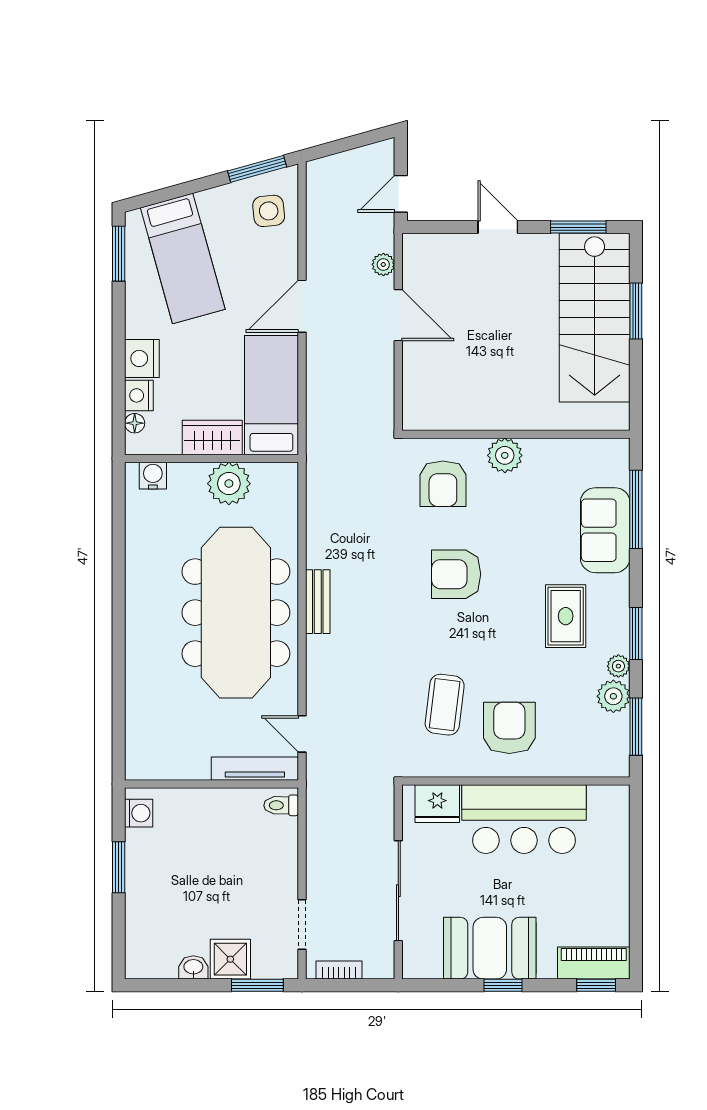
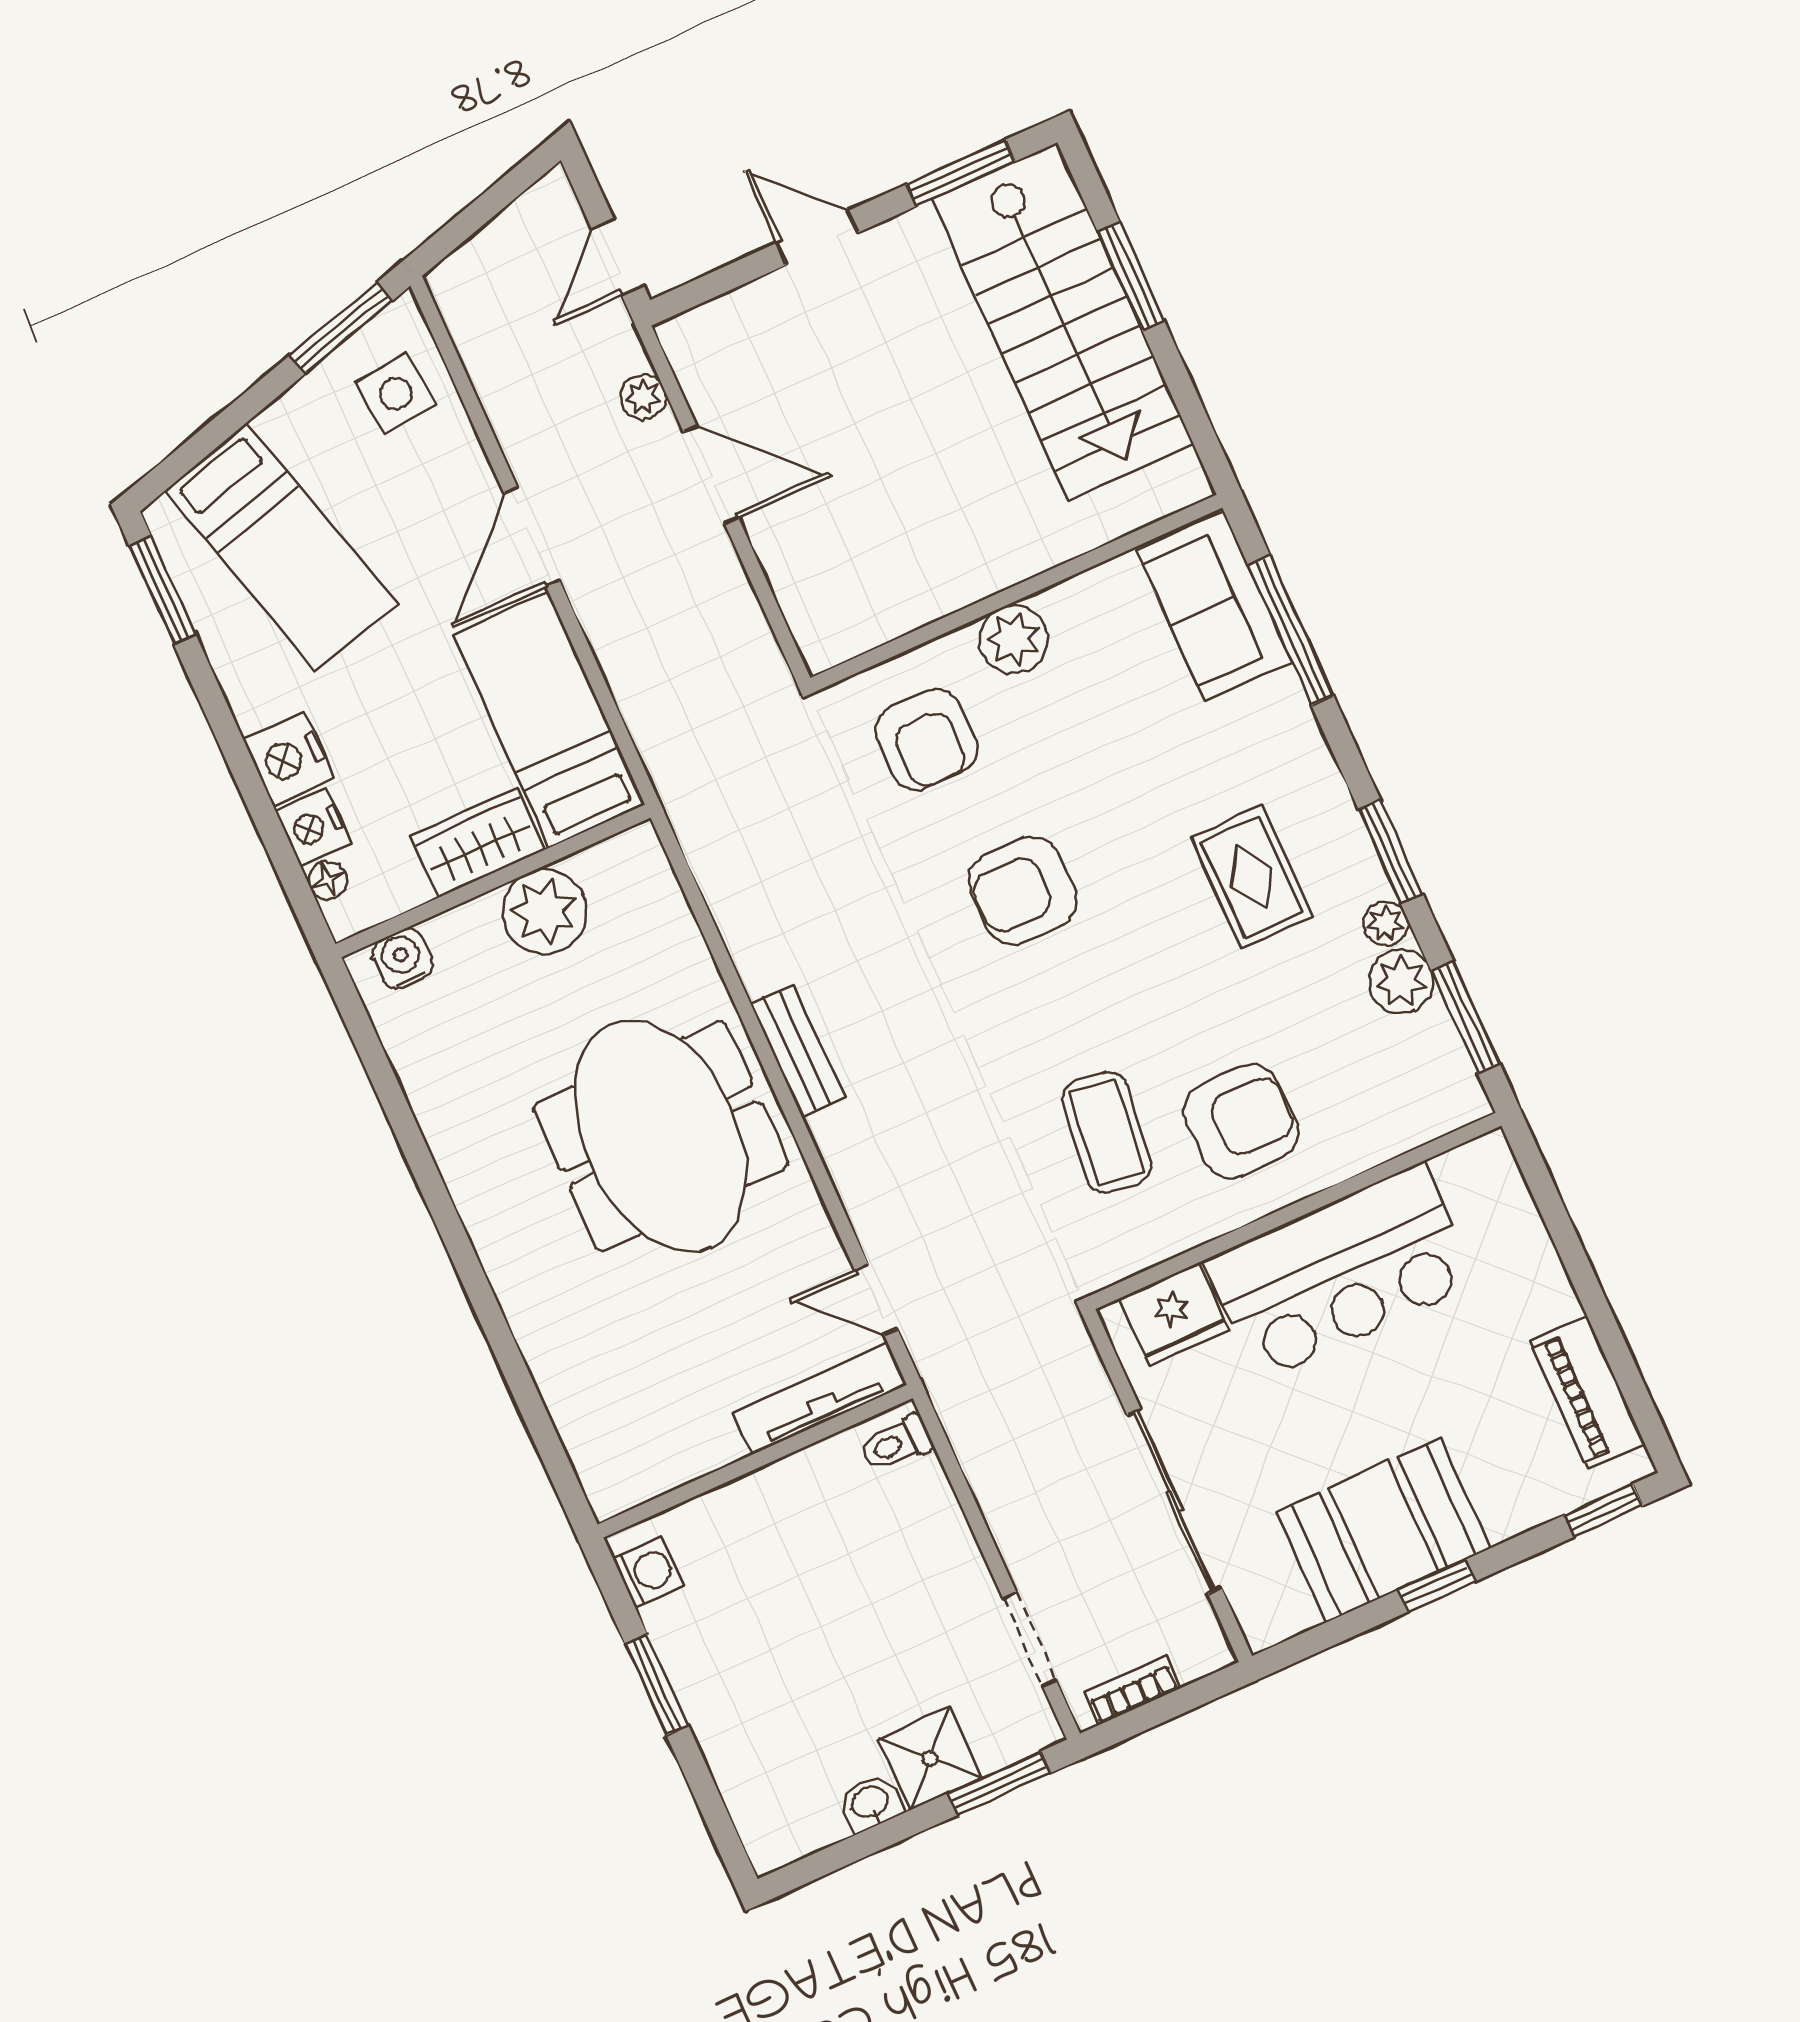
sofa: (605, 530) -> (1214, 606), moved
meeting table: (236, 613) -> (661, 1136), width x0.73
armchair: (509, 728) -> (1241, 1121), turned 90
piano: (594, 963) -> (1587, 1393), moved, turned -90

